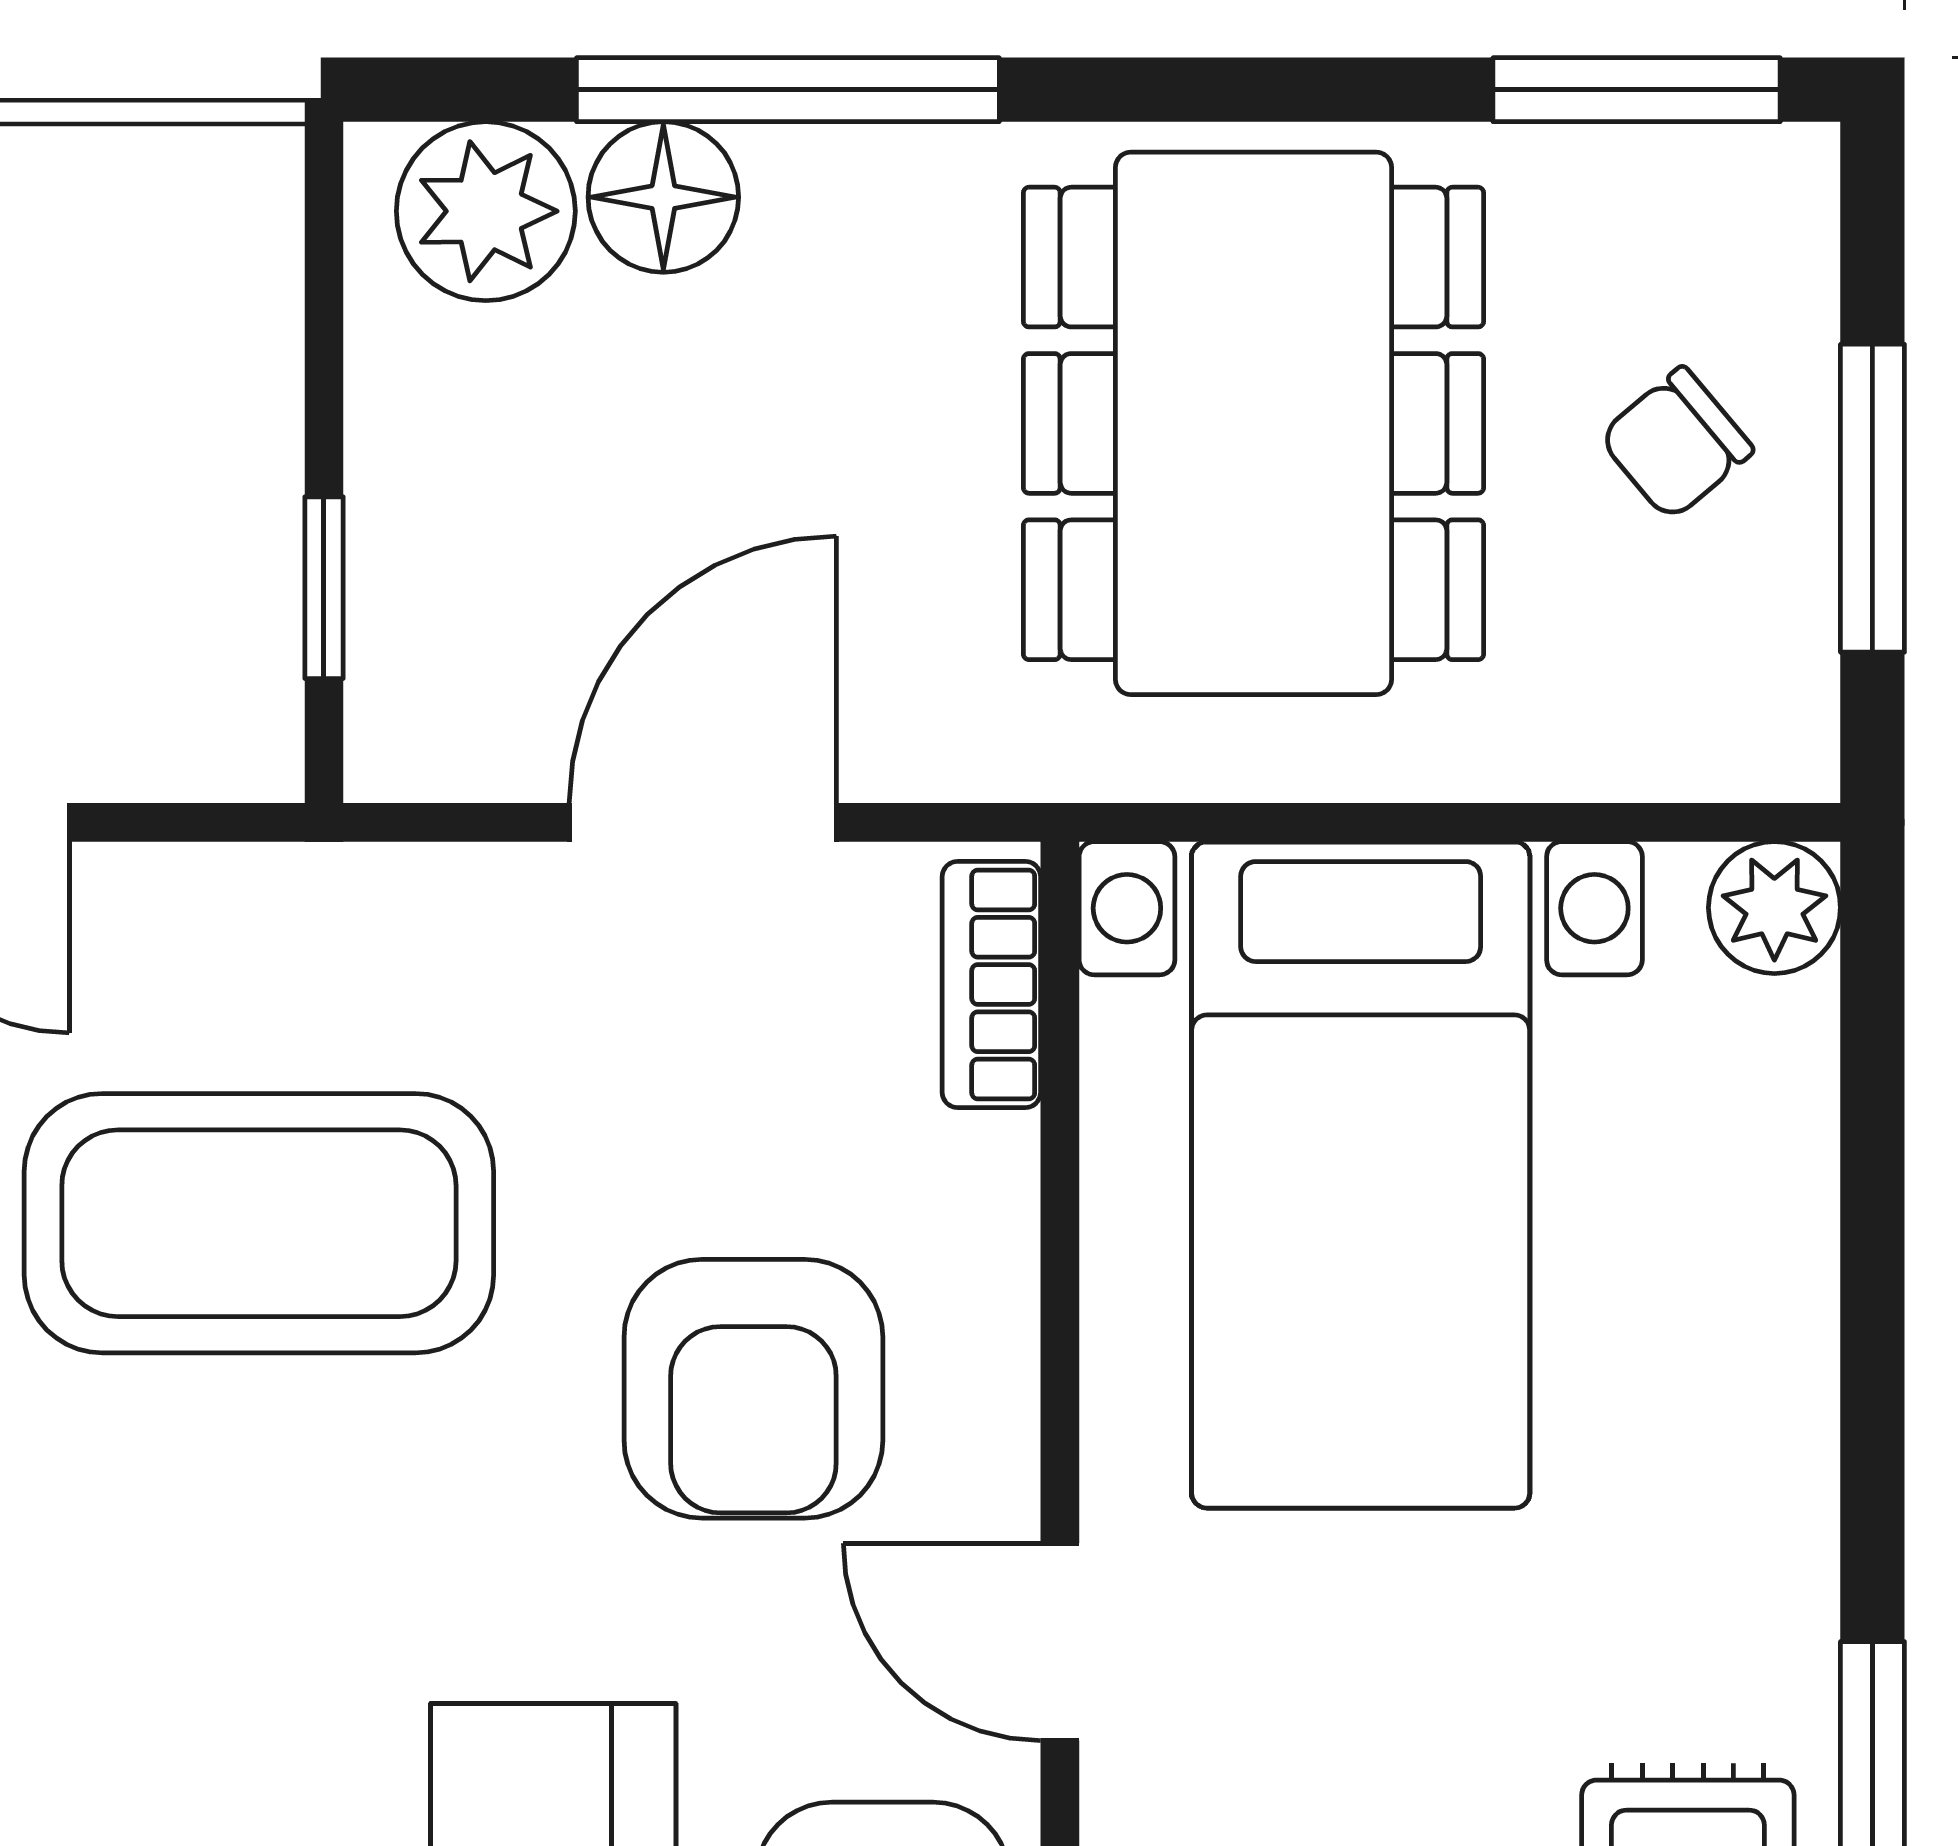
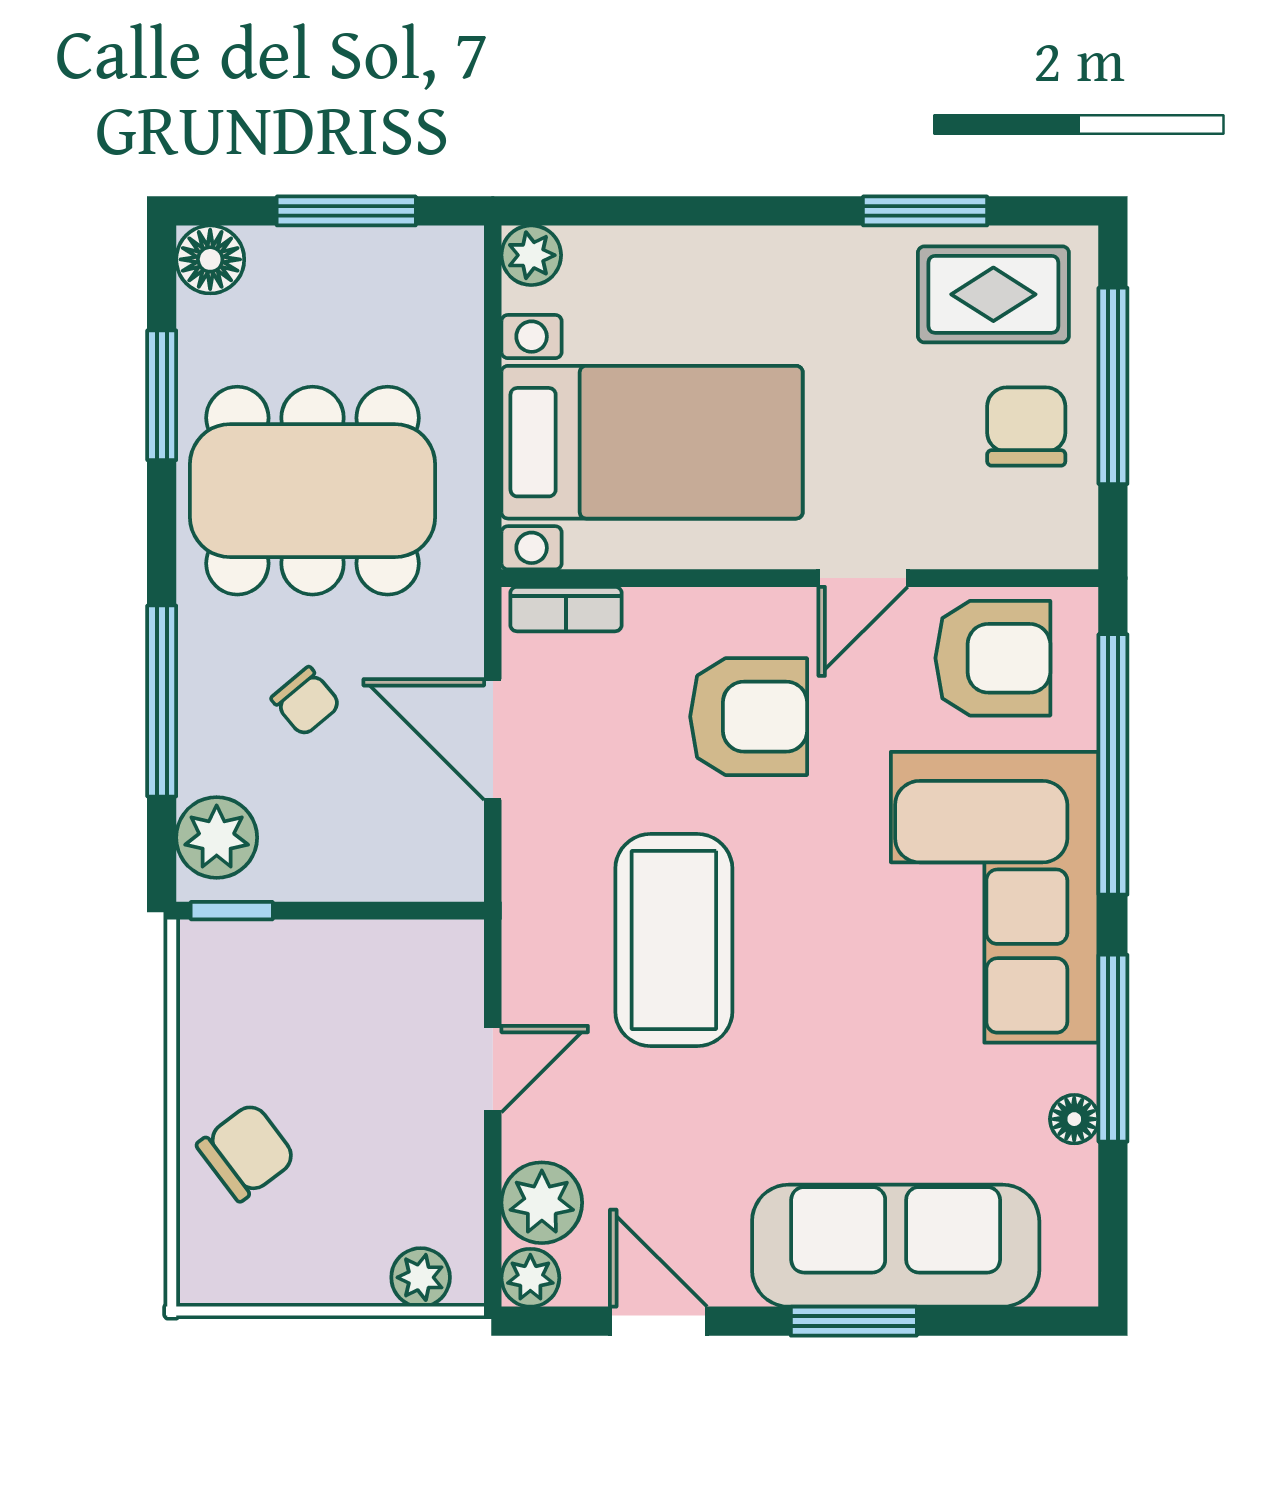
window: (1637, 90) -> (162, 395), moved
floor lamp: (663, 197) -> (210, 259), moved
chair: (1676, 444) -> (306, 701), moved
window: (324, 588) -> (232, 911), moved

